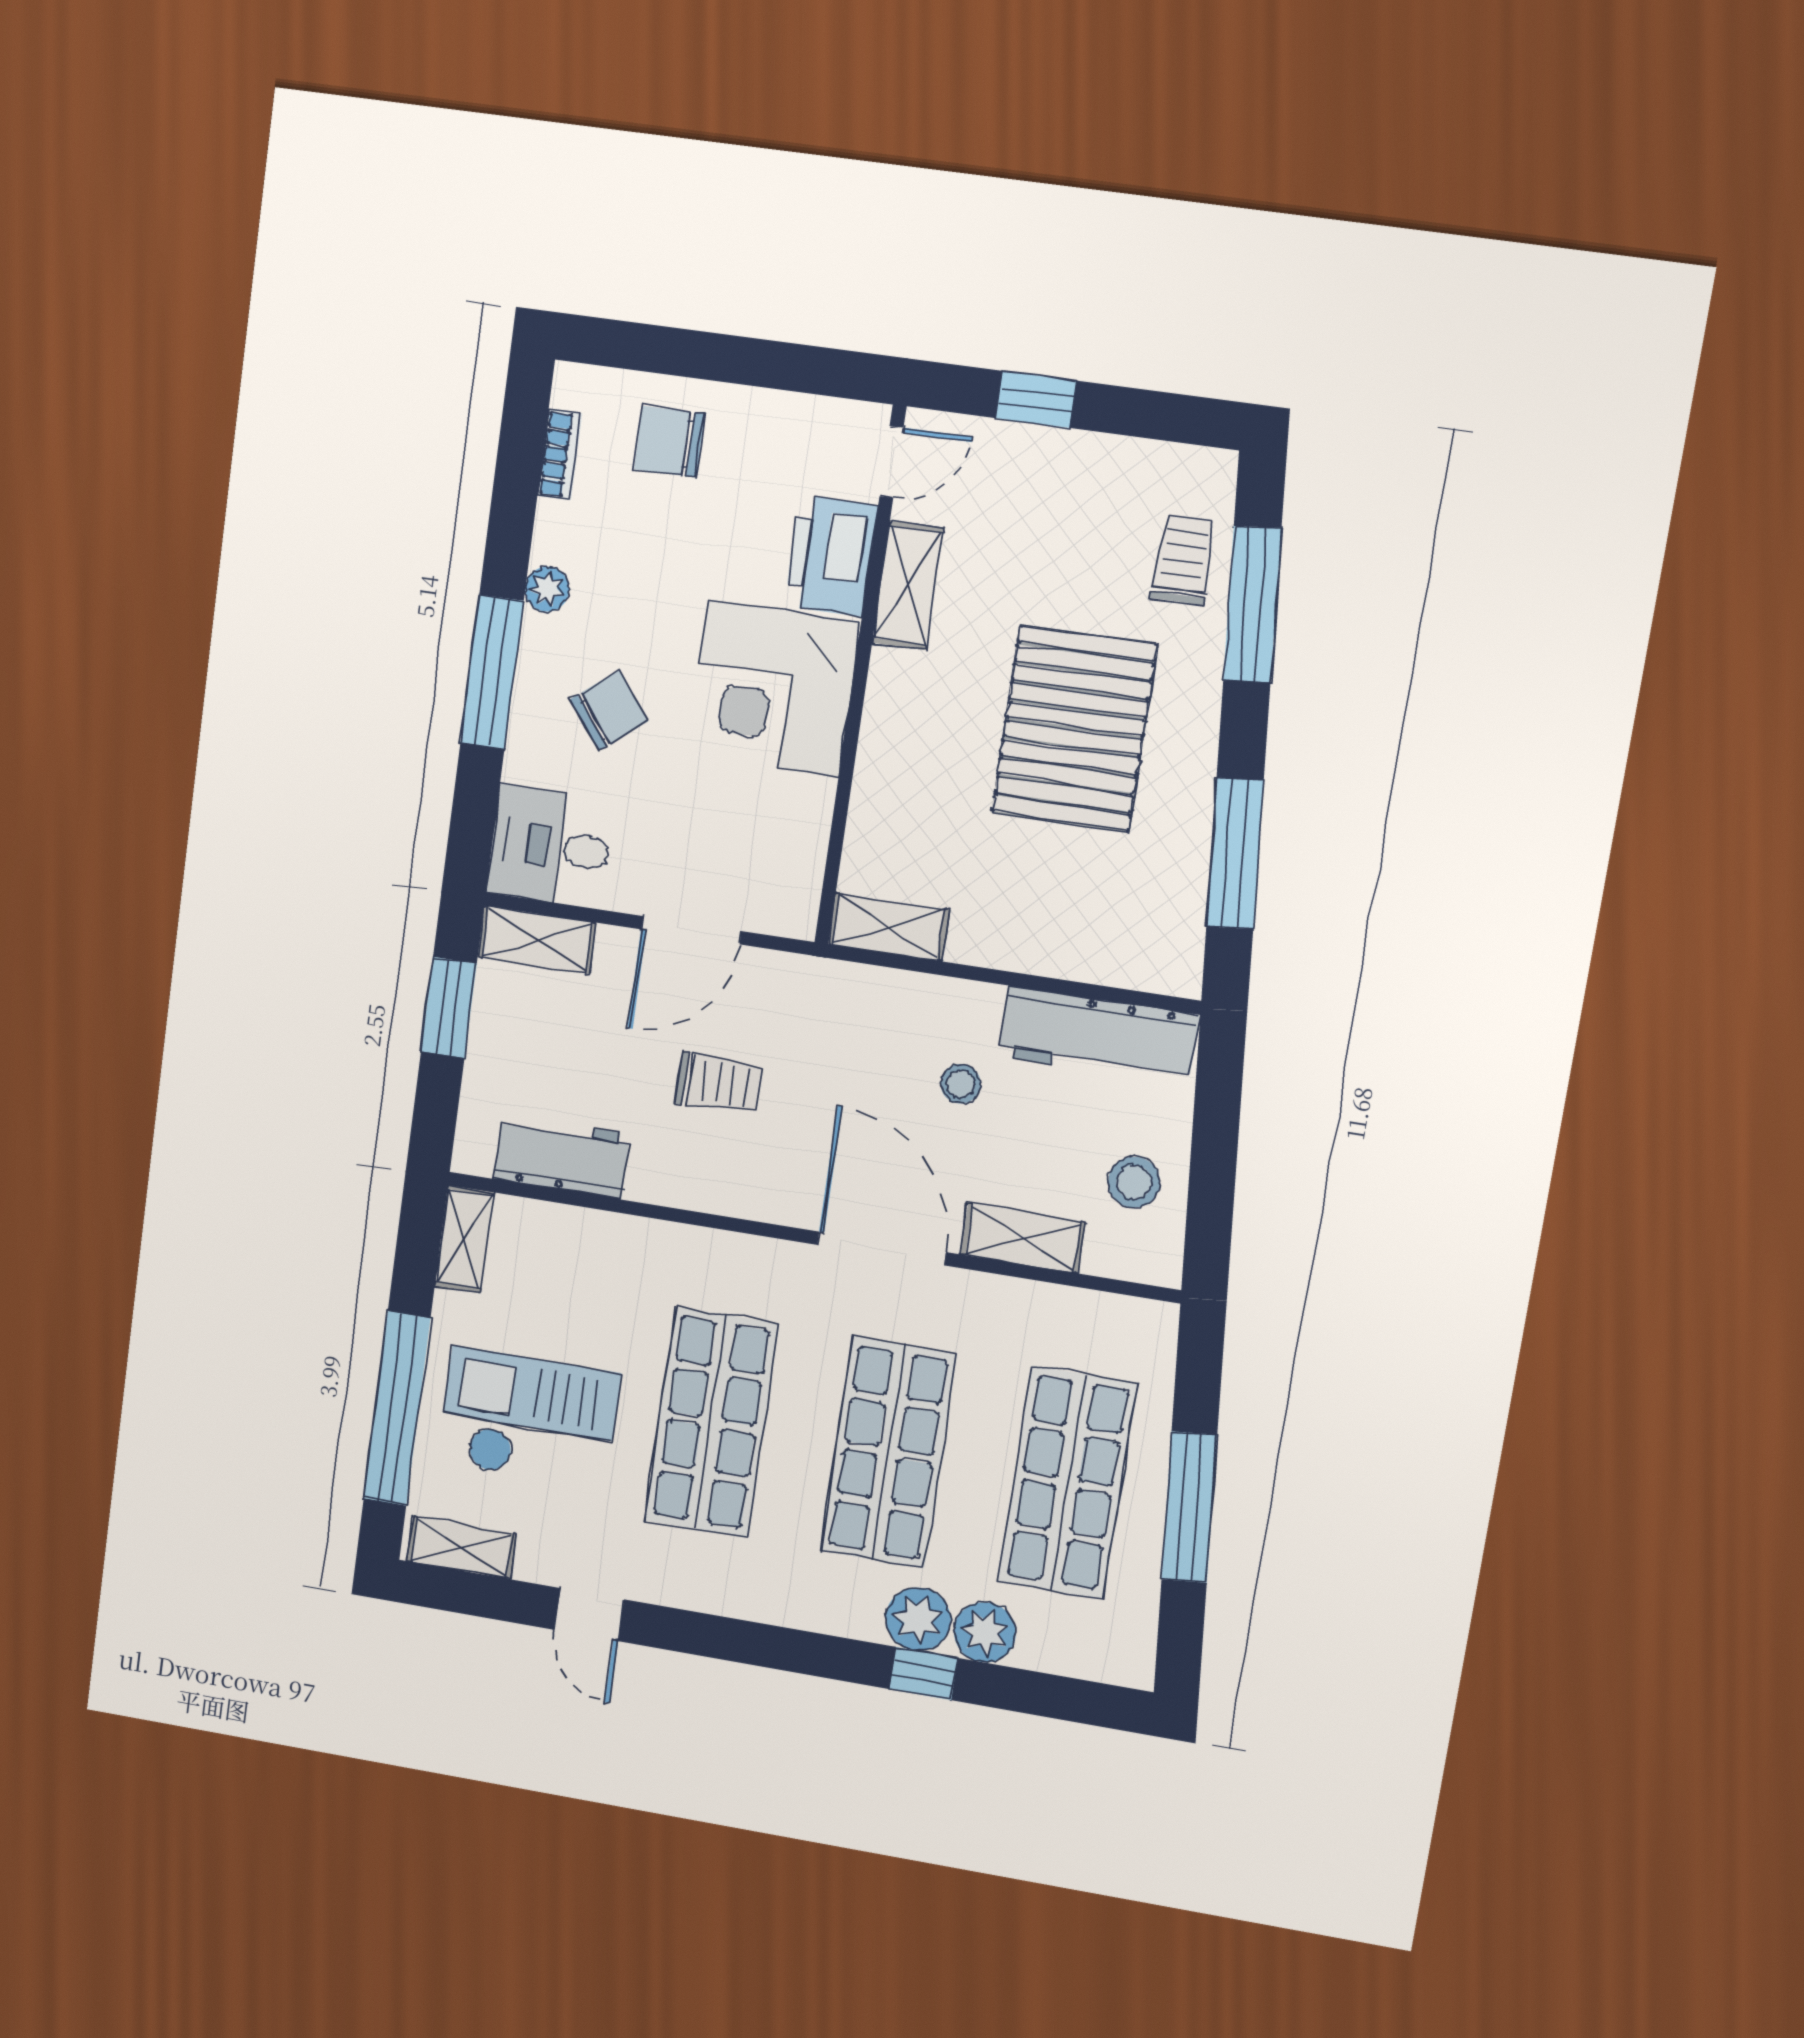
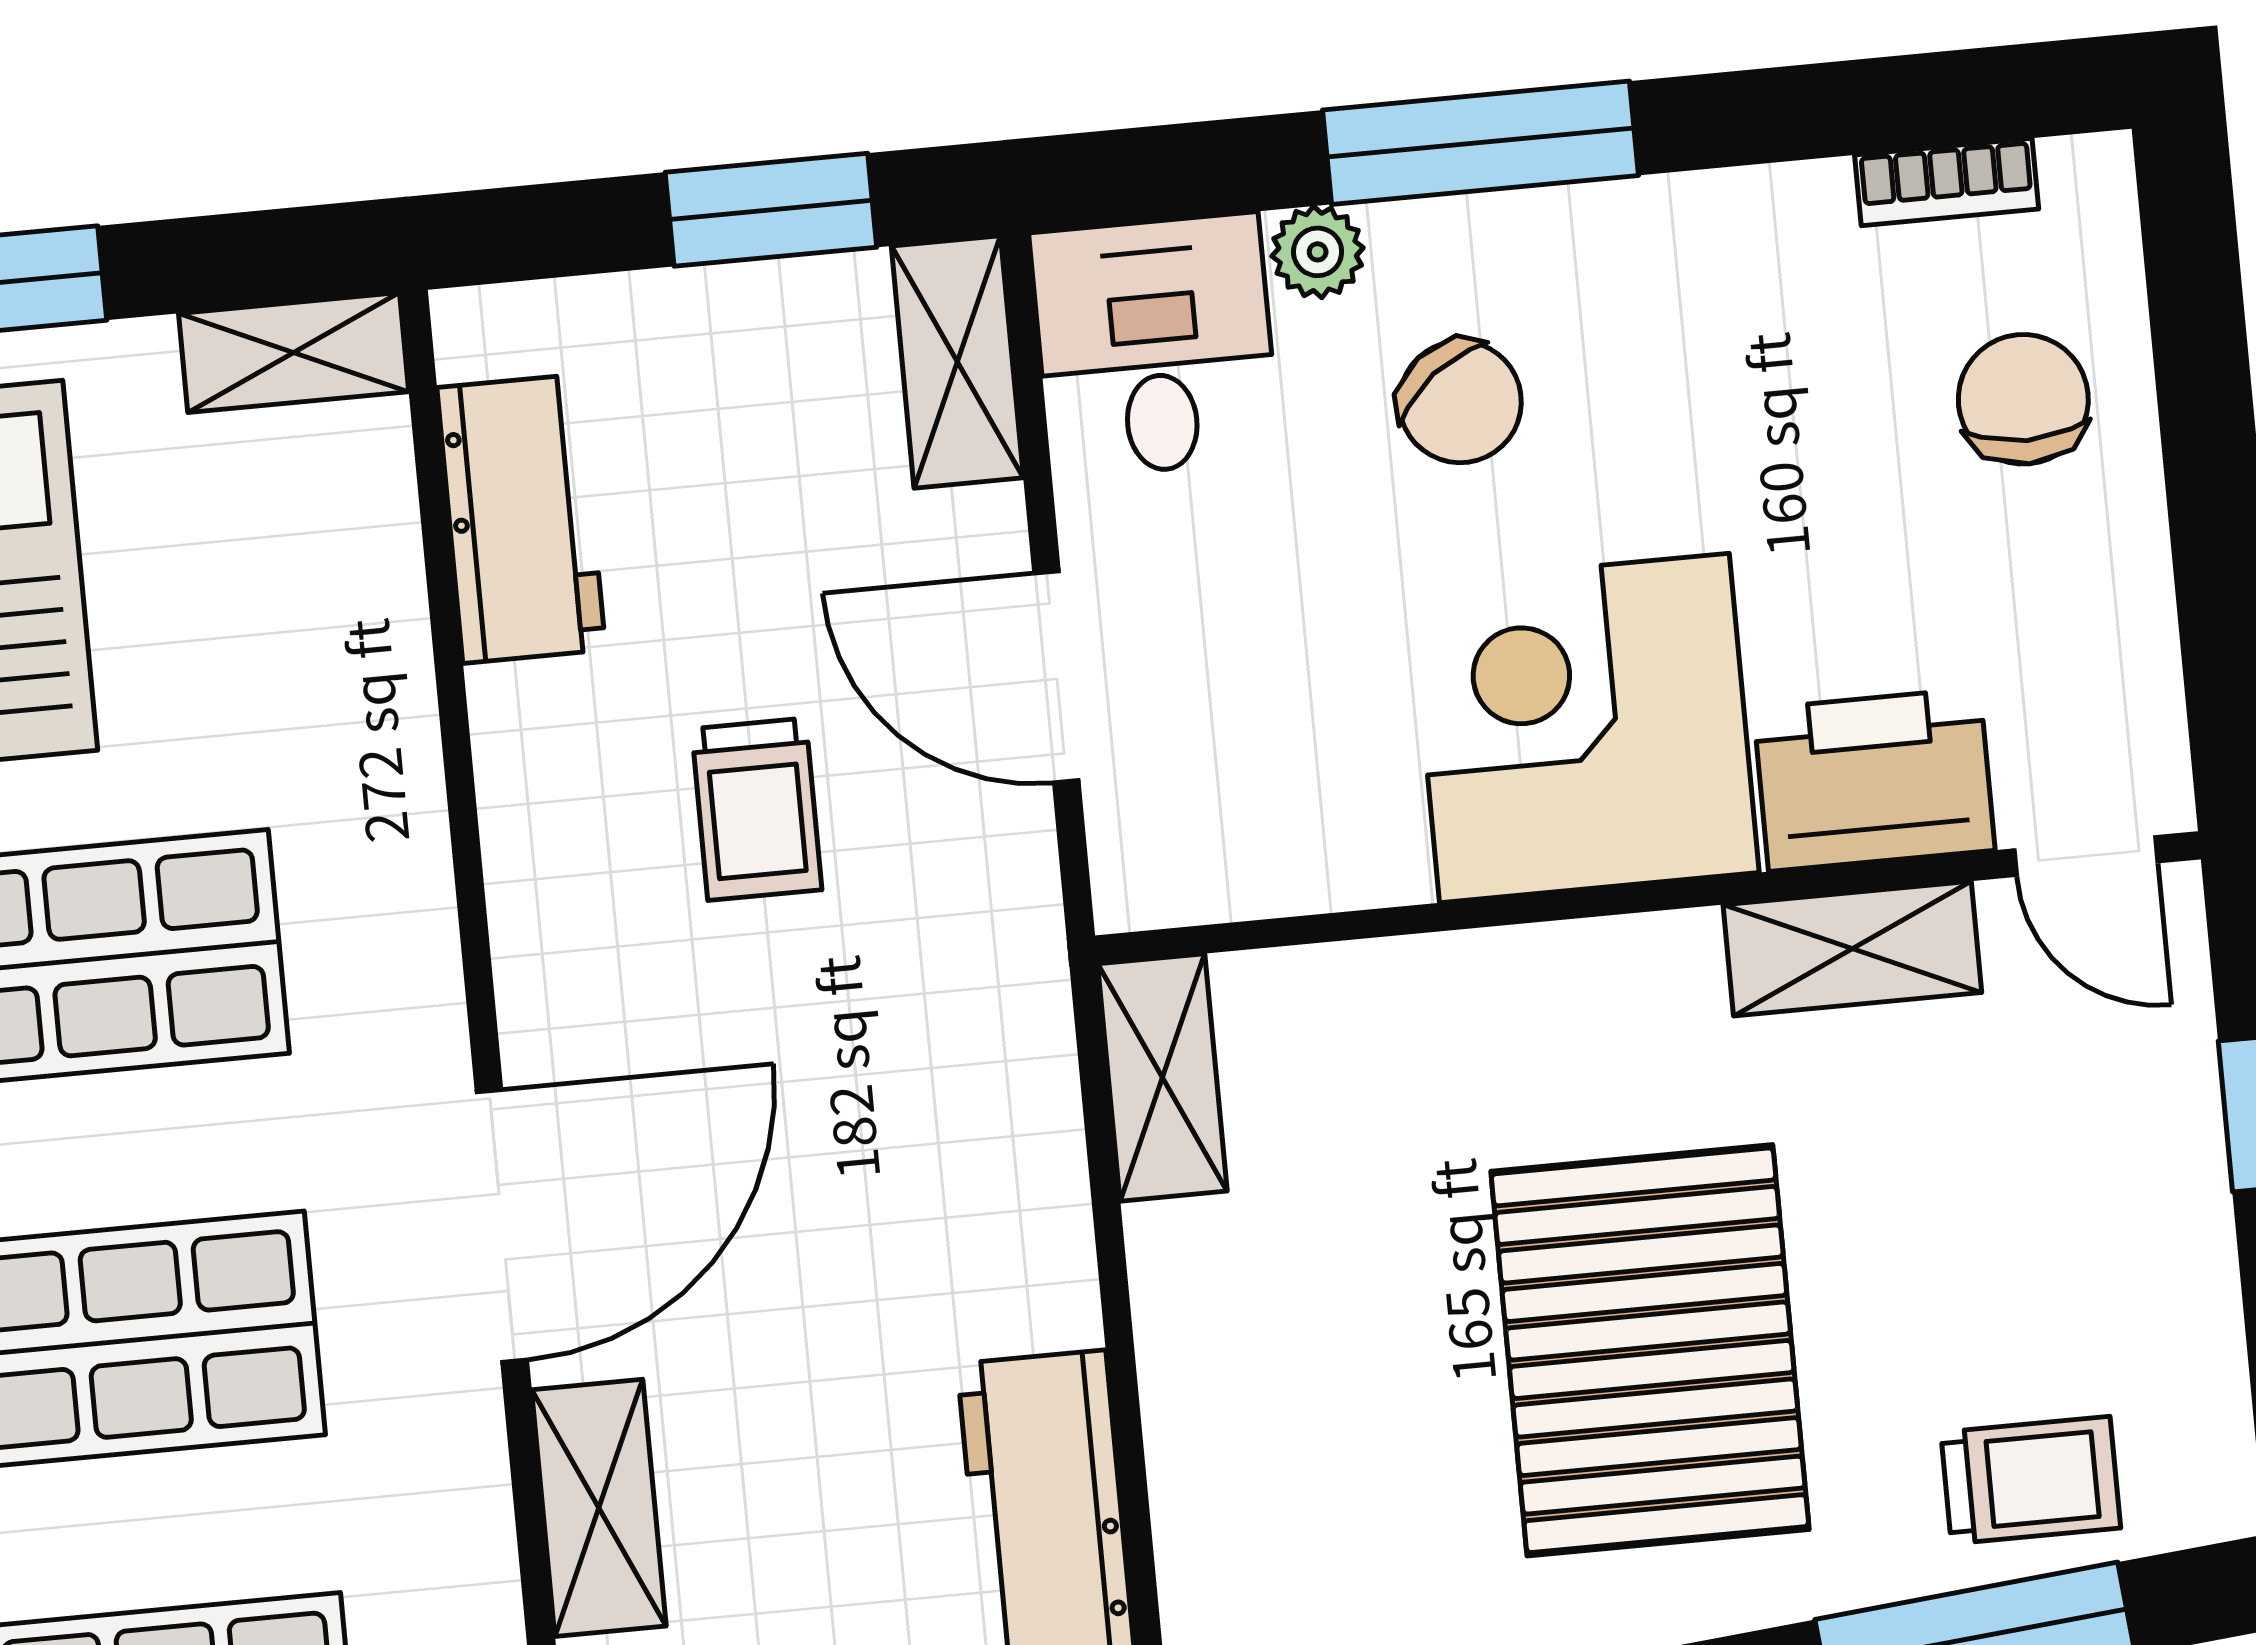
plant: (547, 589) -> (1318, 252), moved
pallet: (1074, 728) -> (1650, 1350), turned 90
stool: (961, 1084) -> (882, 1303), removed

